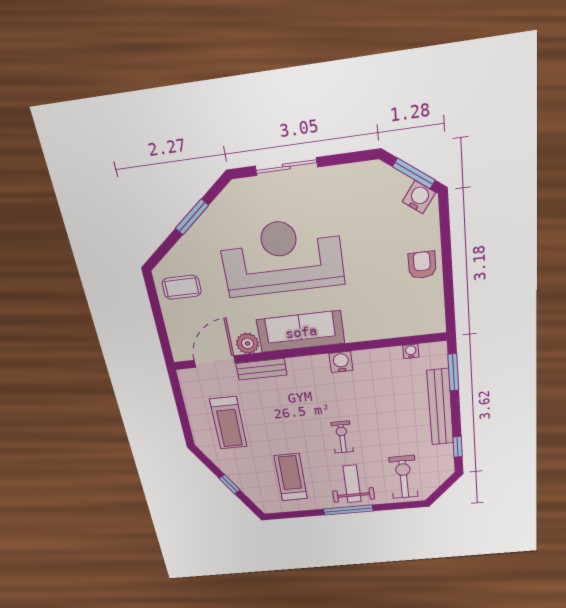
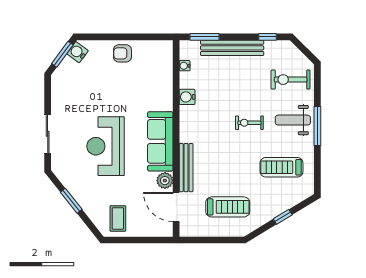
reception desk: (282, 257) -> (106, 146), width x0.74, depth x0.77
water cooler: (341, 362) -> (187, 97), moved
bench: (261, 369) -> (186, 168), width x1.36

